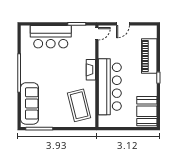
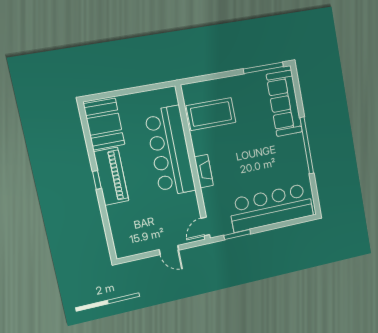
door: (123, 24) -> (169, 250), swing flipped
bar counter: (51, 37) -> (271, 208), width x1.36
piano: (149, 56) -> (111, 176), moved
coffee table: (79, 105) -> (211, 114), turned -76

